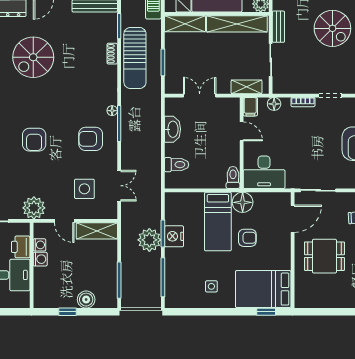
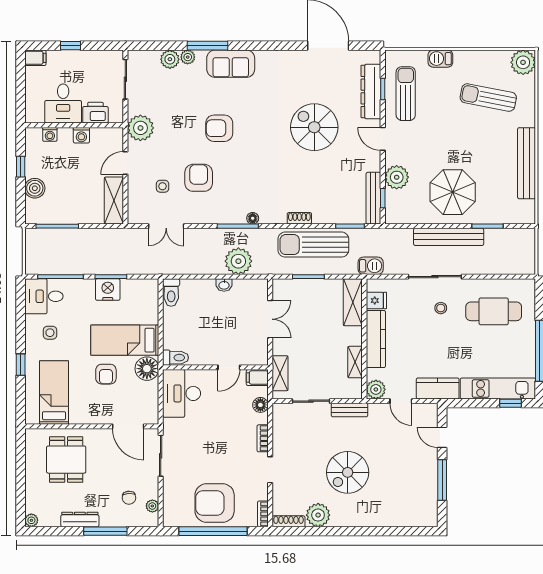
shelving: (237, 24) -> (355, 362), width x0.45, depth x0.75
shoe rack: (112, 54) -> (299, 218), moved
washbasin: (172, 129) -> (224, 285), width x0.52, depth x0.69
armchair: (91, 139) -> (199, 178), moved
toilet: (177, 165) -> (171, 293), moved
side table: (84, 189) -> (163, 186), width x0.54, depth x0.54
plant: (149, 240) -> (238, 261), moved
washing machine: (39, 245) -> (50, 134), moved
dining table: (324, 256) -> (66, 460), moved
bed: (263, 289) -> (54, 392), width x0.67
desk: (180, 292) -> (44, 296), added
window: (266, 312) -> (21, 365), moved

